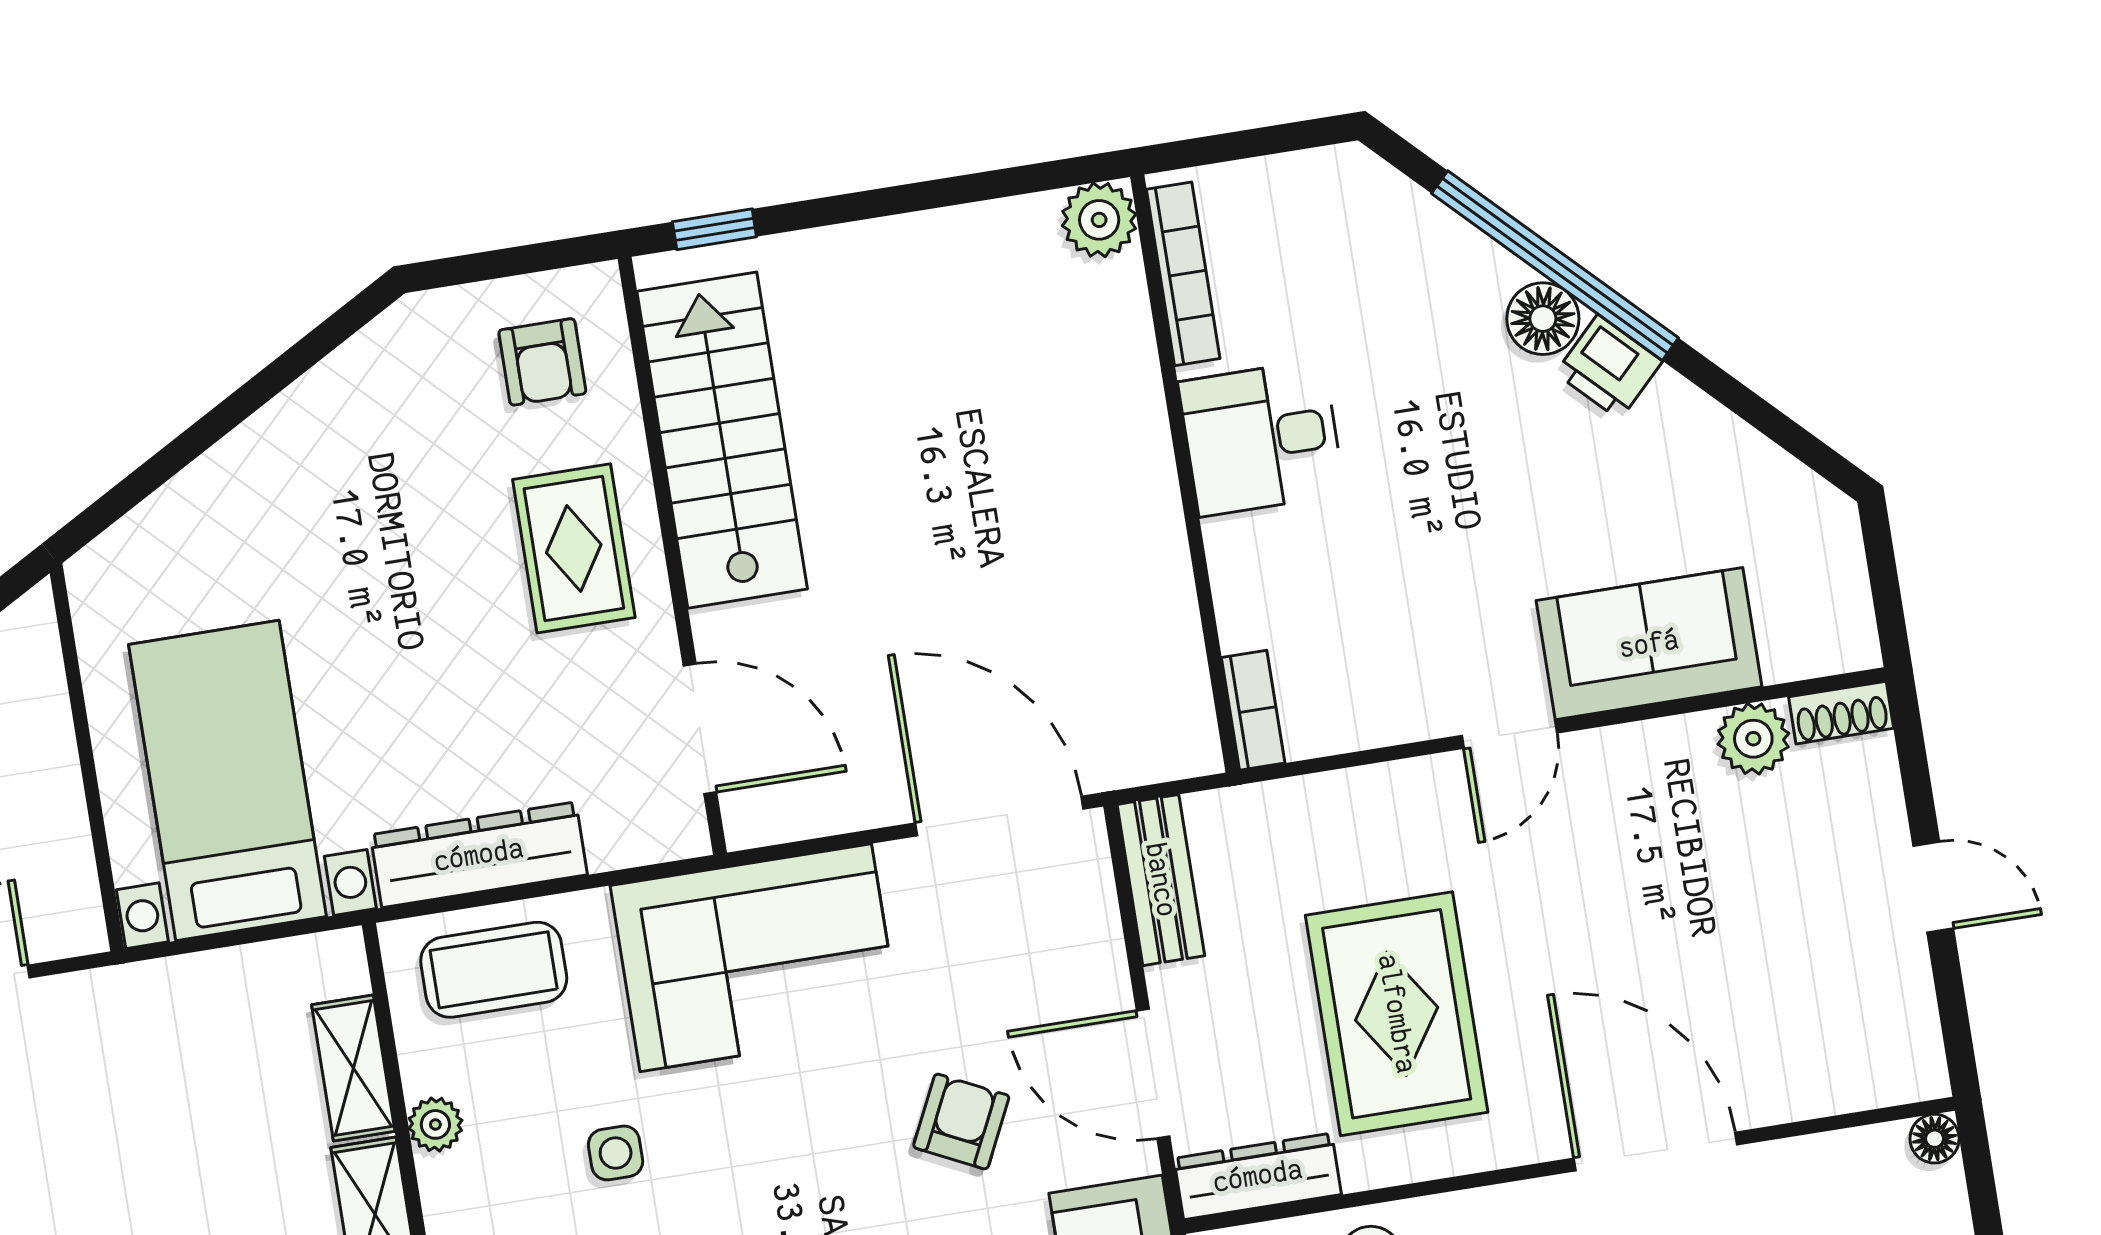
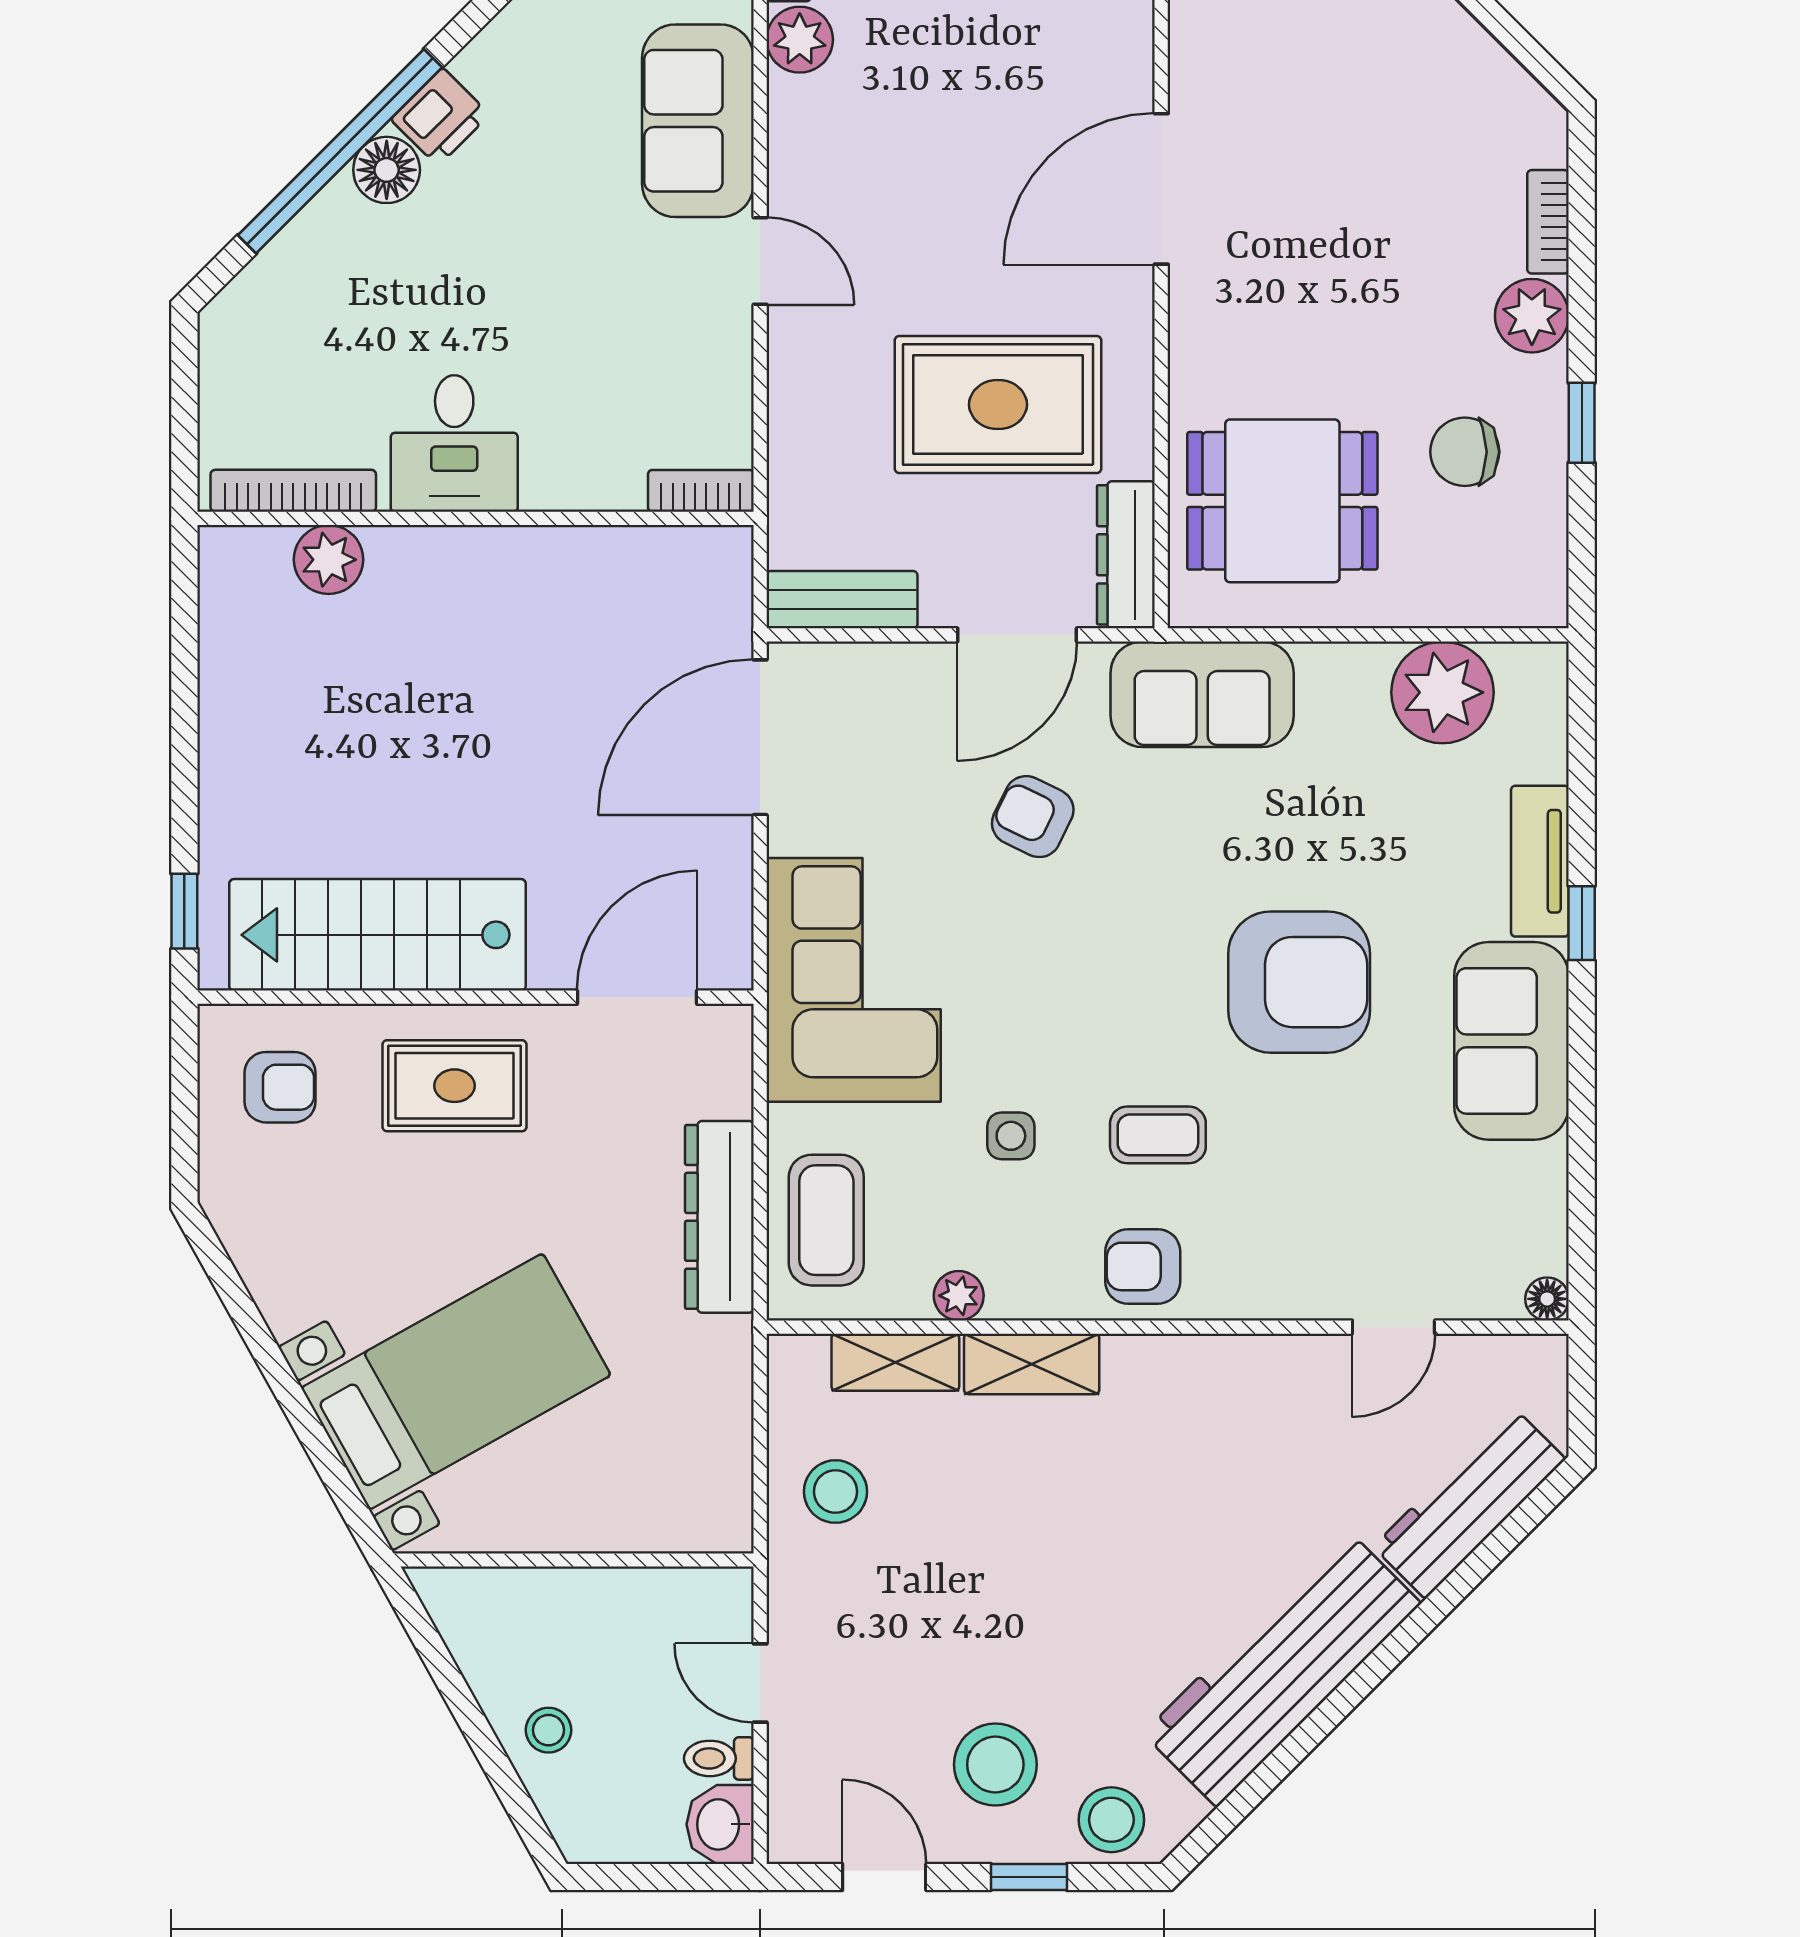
plant: (1099, 220) -> (329, 560), moved
bed with nightstands: (227, 780) -> (456, 1382), moved, turned 151
stool: (205, 1026) -> (835, 1492), added

